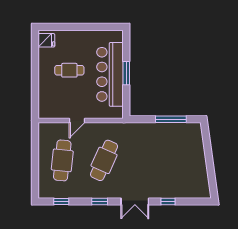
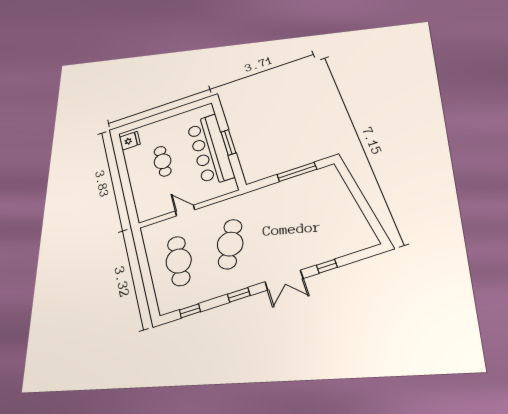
cafe table: (69, 70) -> (163, 161), turned 90
door: (77, 121) -> (185, 210), swing flipped

